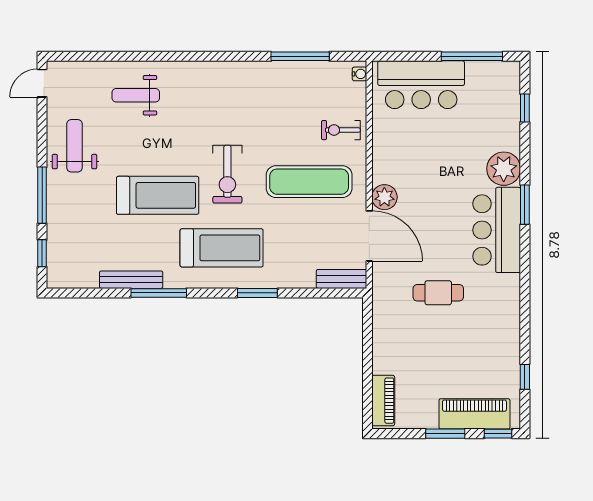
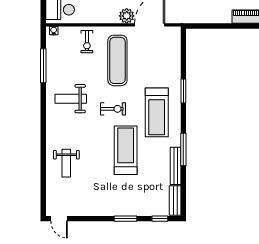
weight bench: (75, 146) -> (71, 99), moved
exercise bike: (227, 174) -> (113, 109), width x0.73, depth x0.72
window: (42, 195) -> (125, 219), width x0.69
treadmill: (222, 248) -> (157, 112), turned 180
bench: (341, 279) -> (175, 201), moved

